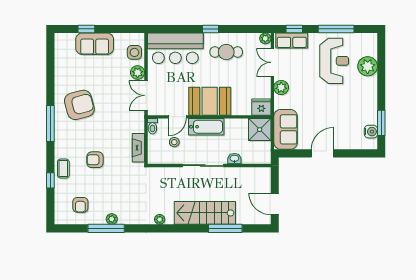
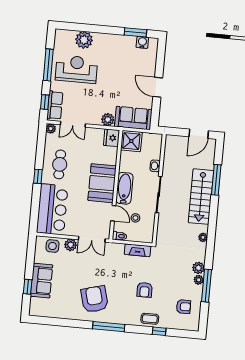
plant: (281, 87) -> (108, 120), moved
plant: (125, 218) -> (198, 268), added

